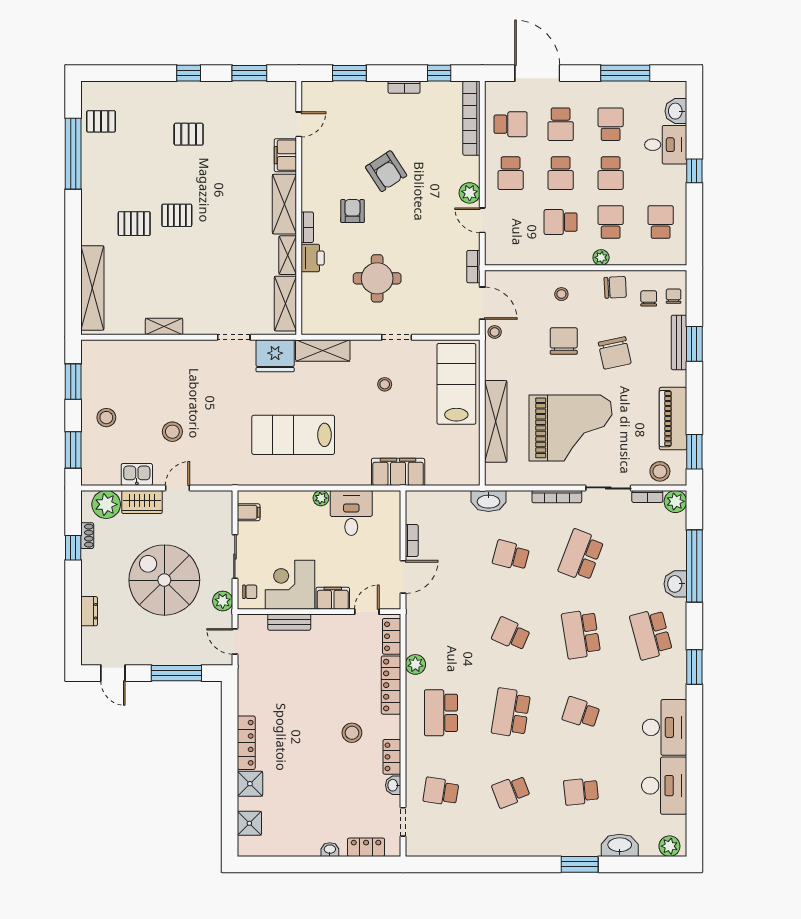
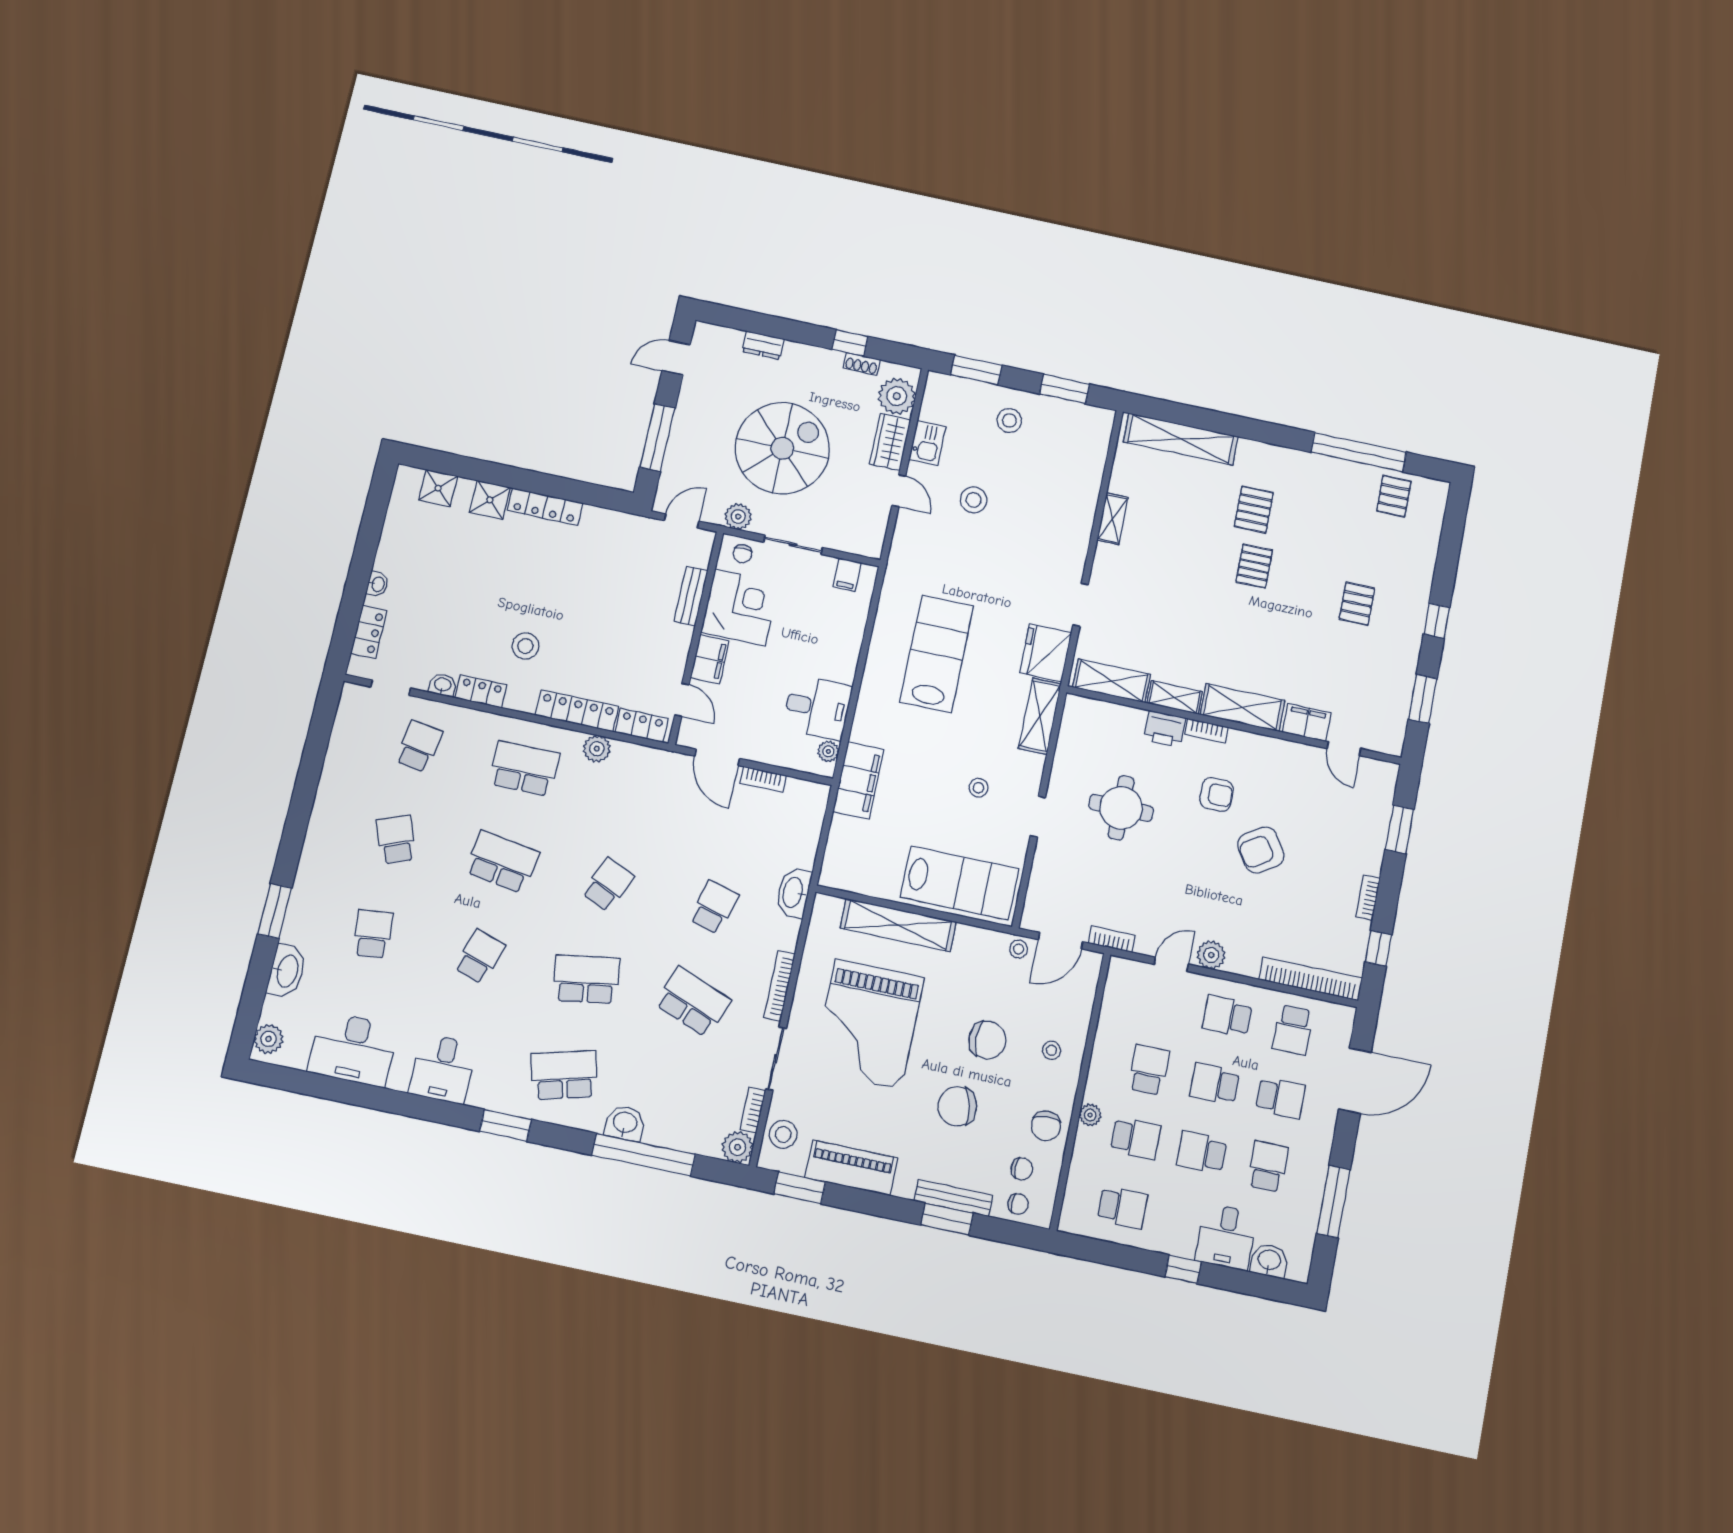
school desk: (561, 124) -> (1280, 1098), turned 180
school desk: (611, 124) -> (1268, 1166), turned -90
plant: (321, 498) -> (828, 751), moved
desk: (665, 727) -> (443, 1069), width x0.73

